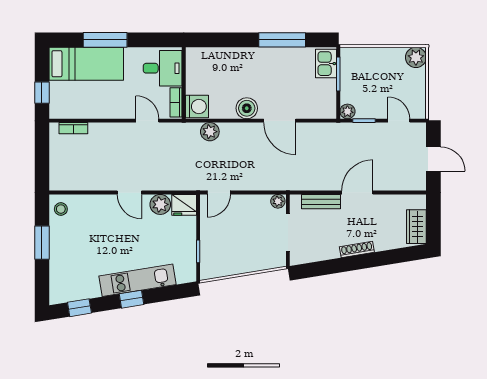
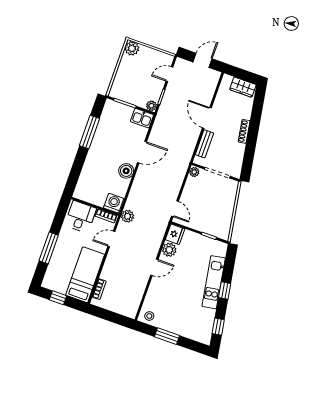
bed: (86, 64) -> (85, 275), moved
kitchen sink: (326, 64) -> (142, 118), moved
window: (42, 93) -> (58, 298), moved
plant: (210, 132) -> (127, 216), moved

